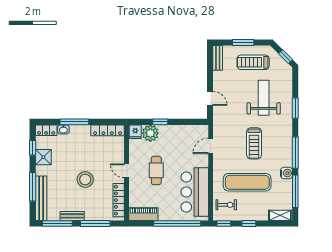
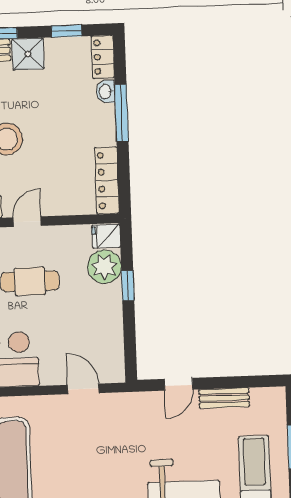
bench: (218, 58) -> (224, 398), moved
treadmill: (254, 143) -> (92, 476), removed
shower: (43, 157) -> (28, 54), moved

